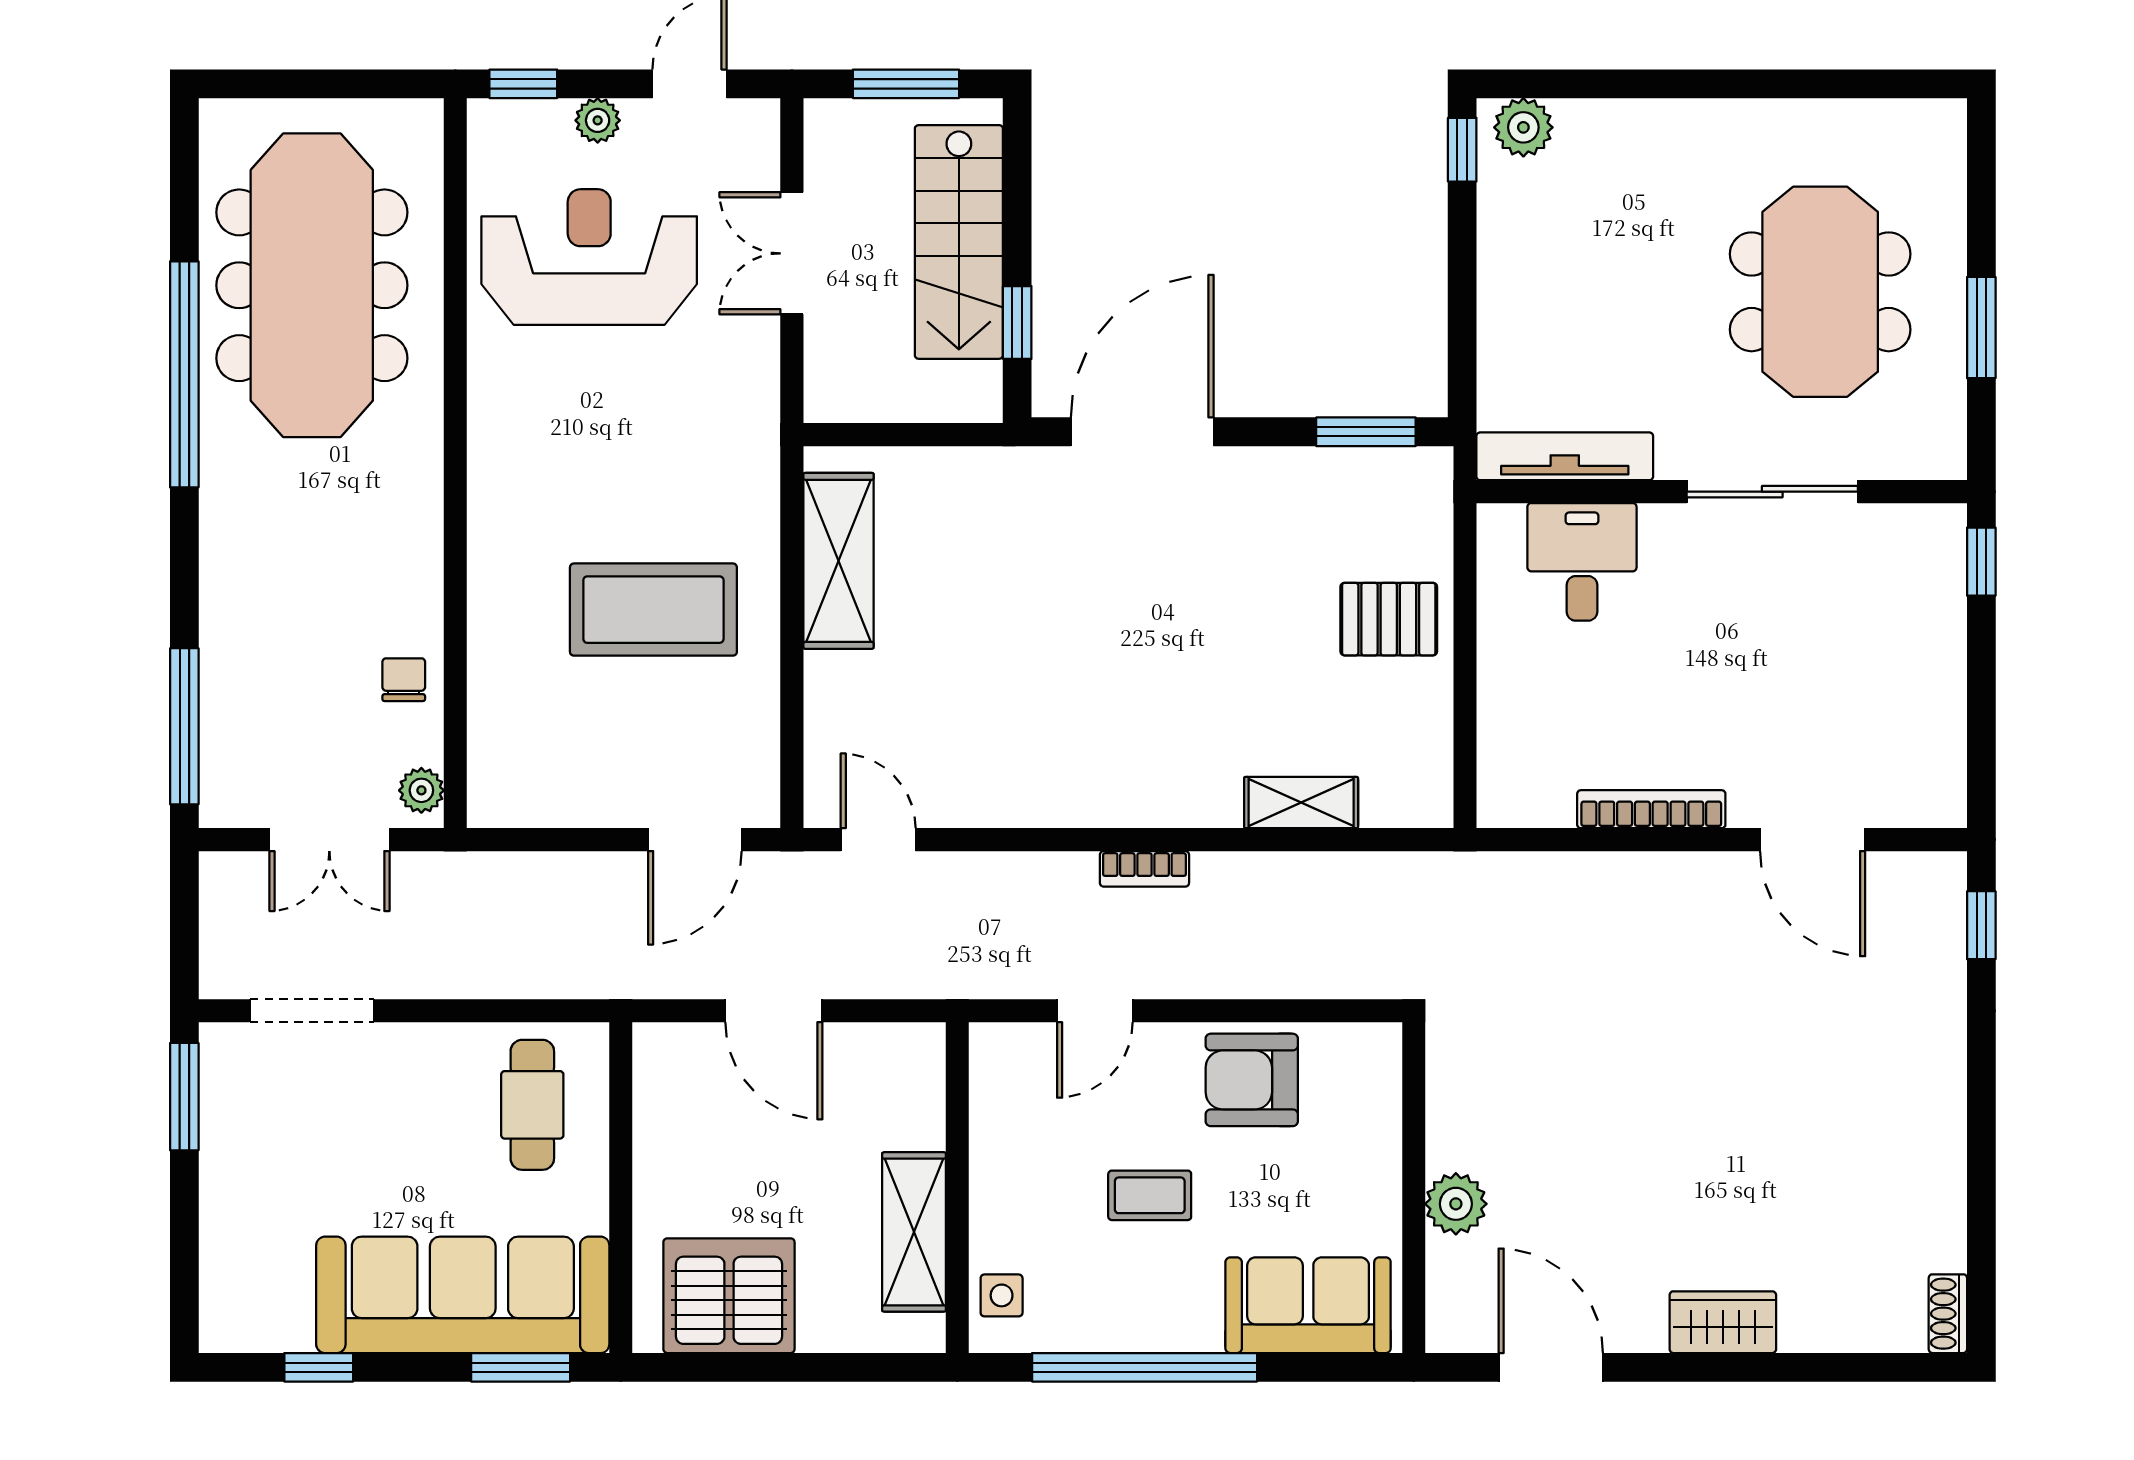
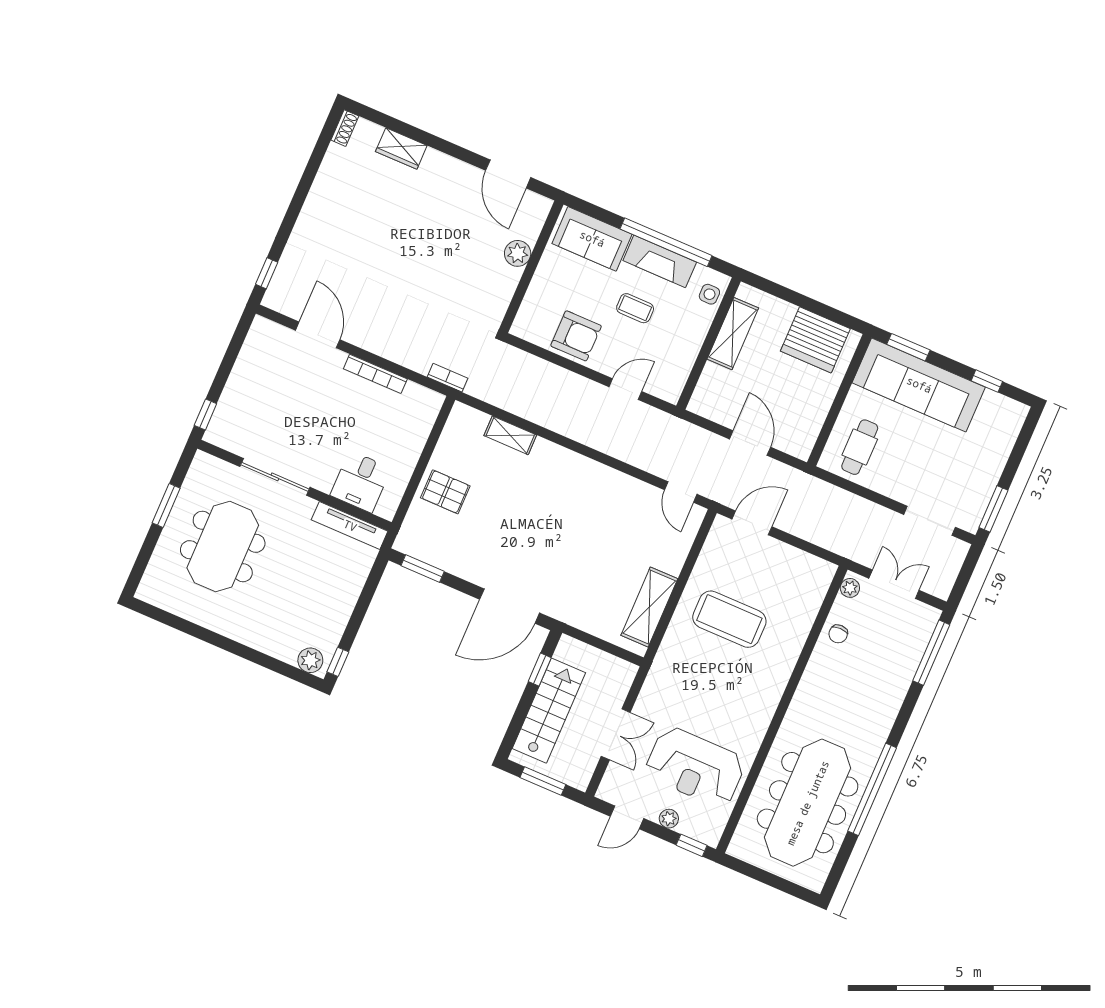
bookcase: (1144, 869) -> (448, 378), moved
fireplace: (1140, 1320) -> (660, 261), added
wardrobe: (1723, 1322) -> (401, 149), moved

